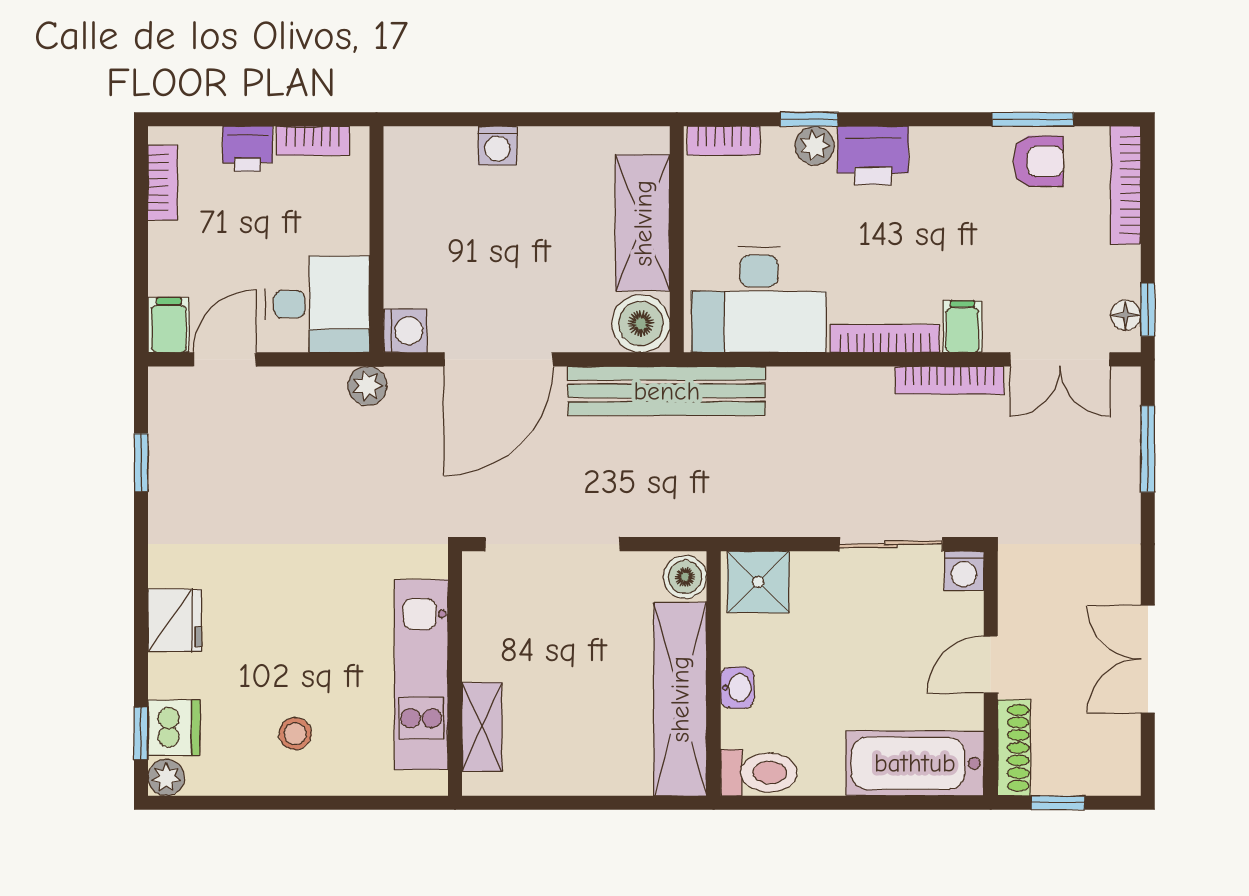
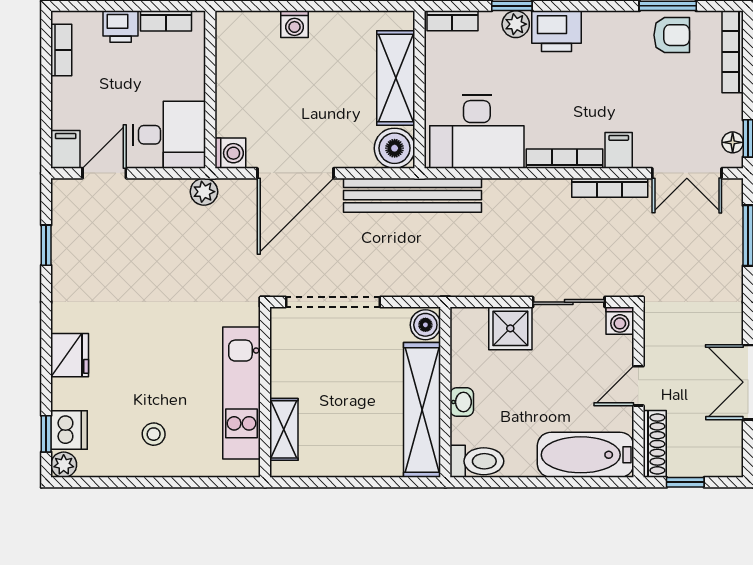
shower: (758, 582) -> (510, 328), moved

